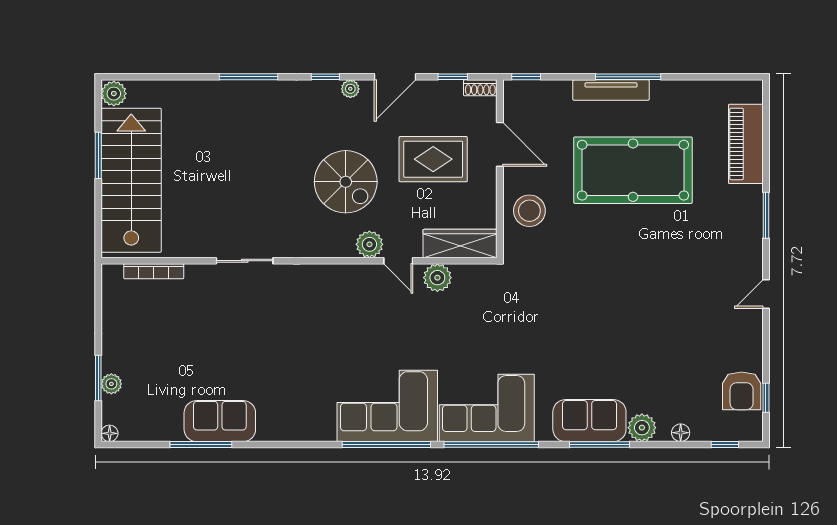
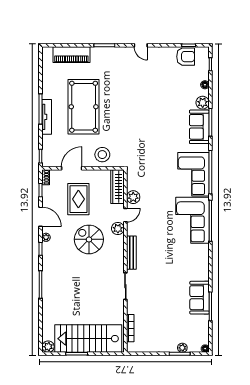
spiral stairs: (346, 182) -> (89, 239), turned -90
bench: (317, 274) -> (131, 253), added

